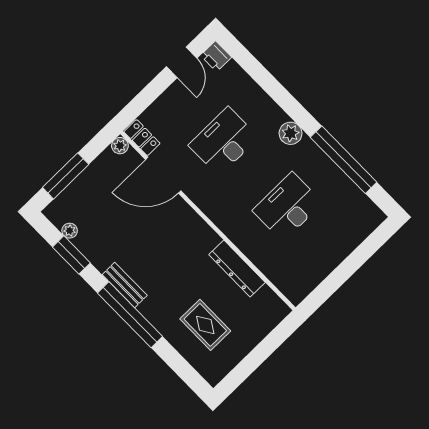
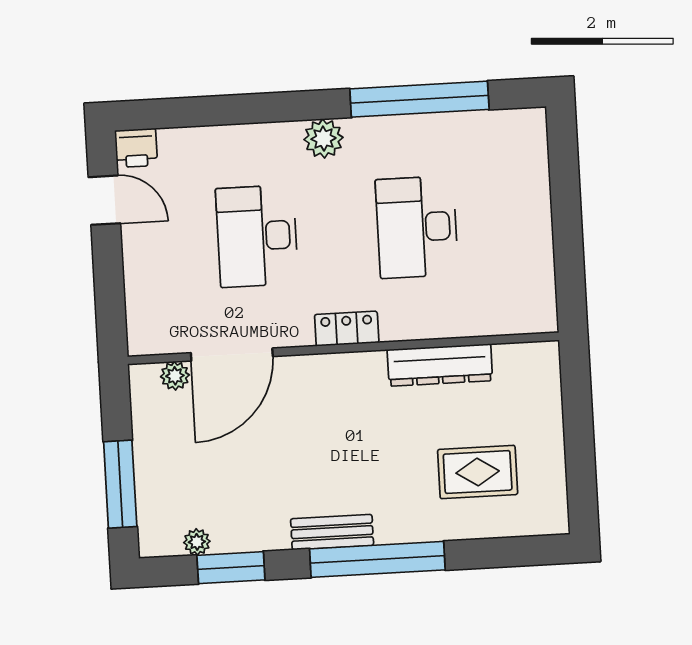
locker: (142, 138) -> (347, 329), moved
plant: (120, 146) -> (175, 376), moved

